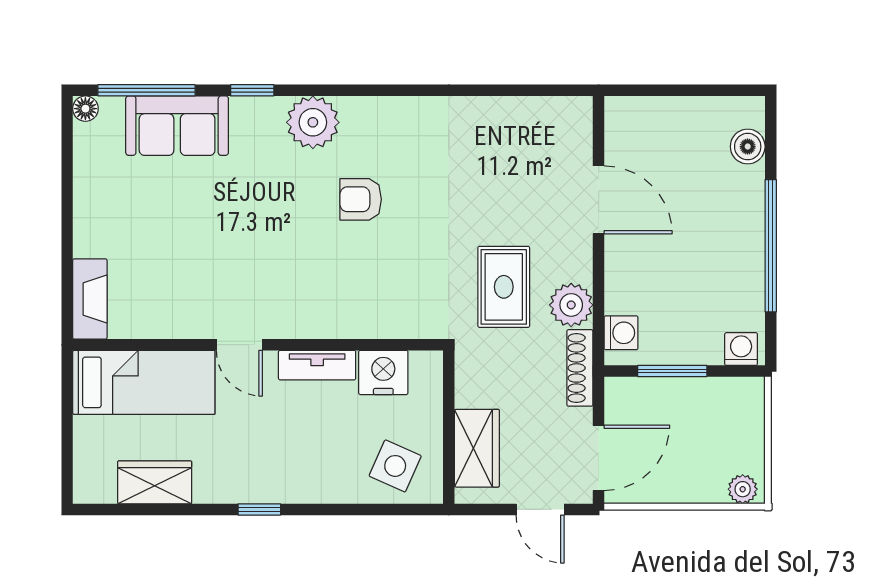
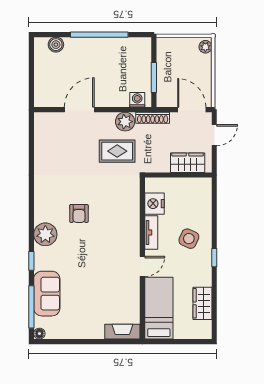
washing machine: (741, 349) -> (144, 47), removed
side table: (395, 466) -> (189, 239), moved

